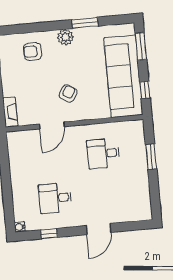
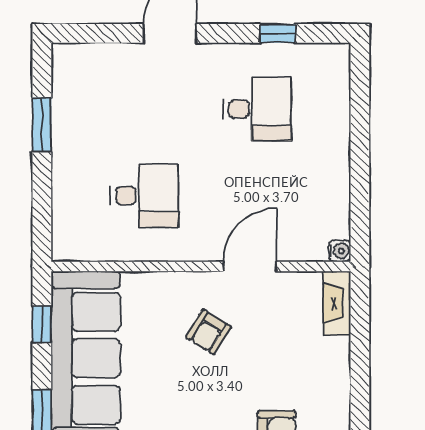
window: (151, 157) -> (42, 125), moved
water cooler: (20, 227) -> (340, 251), moved

